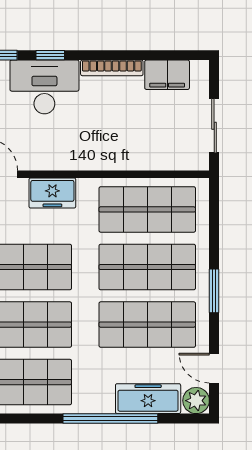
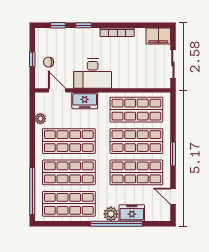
filing cabinet: (167, 75) -> (158, 36), moved
desk: (44, 87) -> (93, 74), moved, turned 180
freezer: (148, 399) -> (132, 213), width x0.71
plant: (196, 401) -> (111, 214), moved

